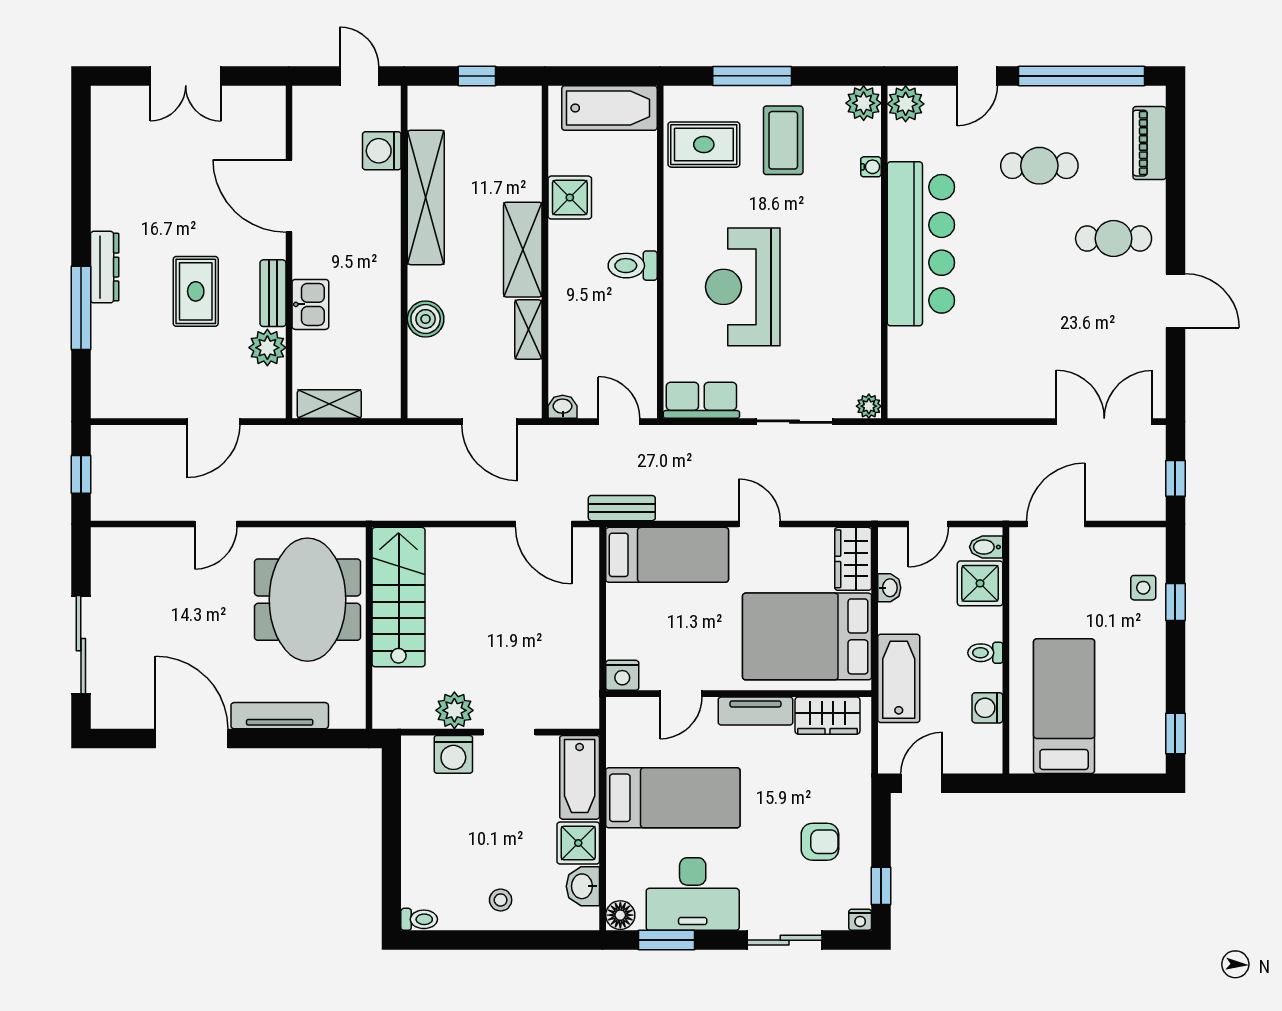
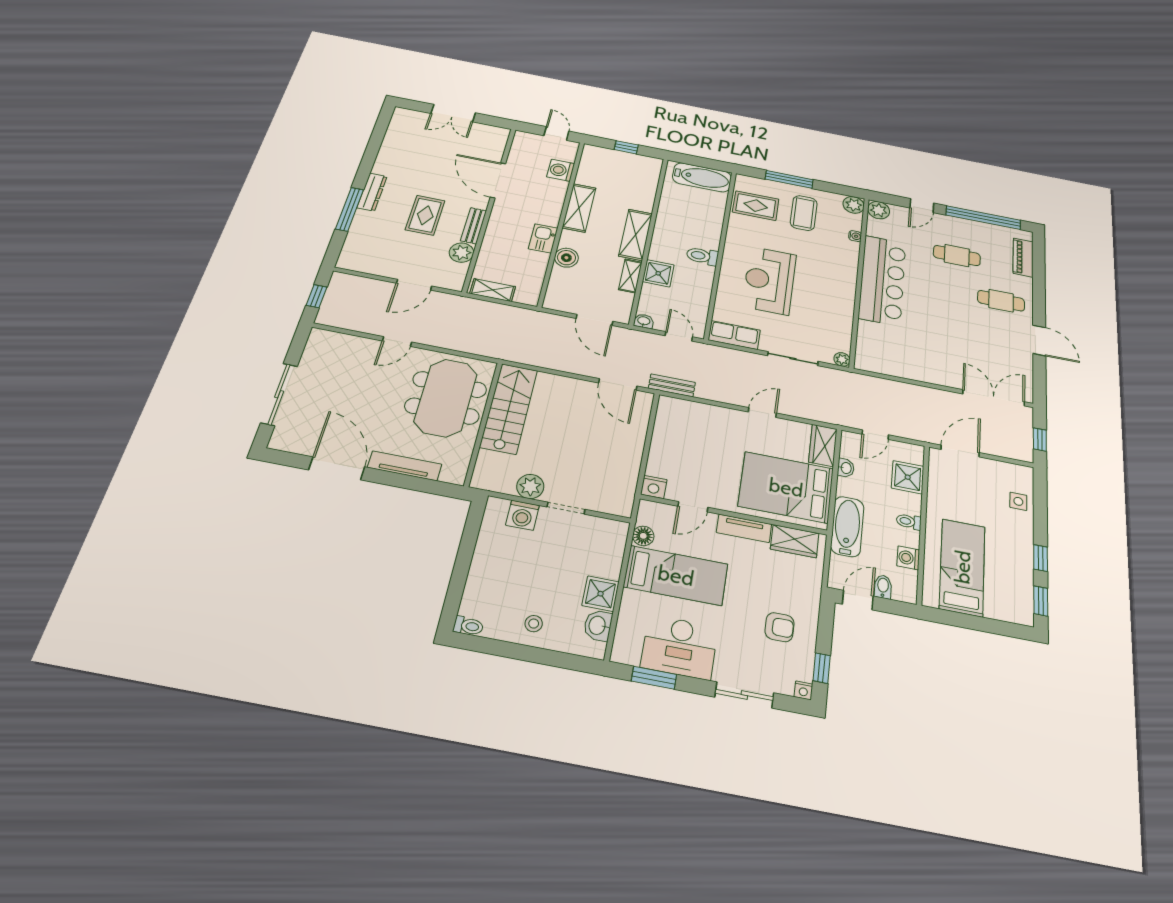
shelving: (426, 197) -> (579, 208), width x0.68
shower: (570, 198) -> (658, 273), moved
kitchen sink: (310, 304) -> (543, 238), moved, turned 180
door: (760, 524) -> (762, 413), hinge flipped
bidet: (986, 547) -> (883, 587), moved, turned 90
bed: (667, 555) -> (697, 419), removed
window: (1175, 602) -> (1041, 558), moved
bathtub: (580, 777) -> (610, 548), removed
floor lamp: (620, 915) -> (643, 536), moved

